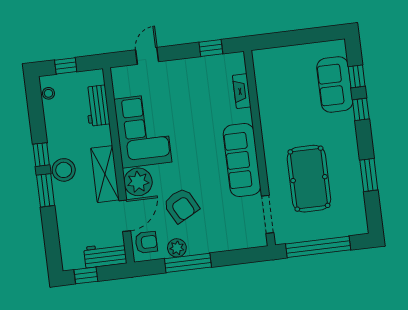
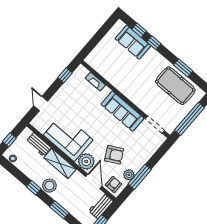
shelving: (105, 174) -> (60, 163), moved
pool table: (309, 179) -> (175, 86), moved
window: (46, 190) -> (59, 210), moved

